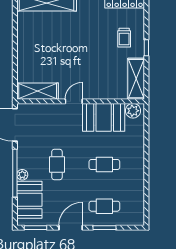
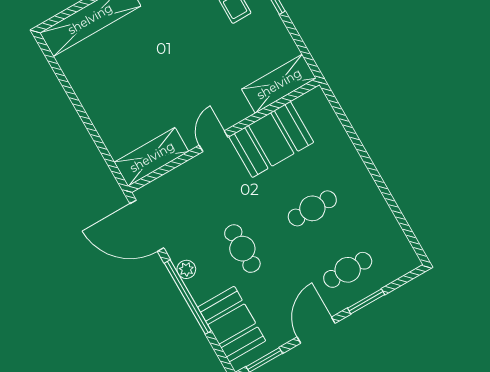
shelving: (136, 79) -> (279, 84), moved, turned 90
plant: (133, 111) -> (309, 105), removed
plant: (22, 175) -> (186, 269), moved

